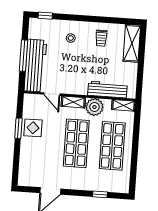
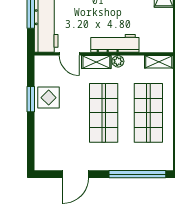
workbench: (107, 89) -> (115, 43), moved
plant: (94, 107) -> (118, 61), width x0.53, depth x0.53
window: (100, 194) -> (137, 174), width x3.17

